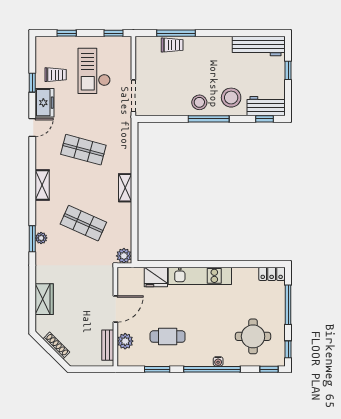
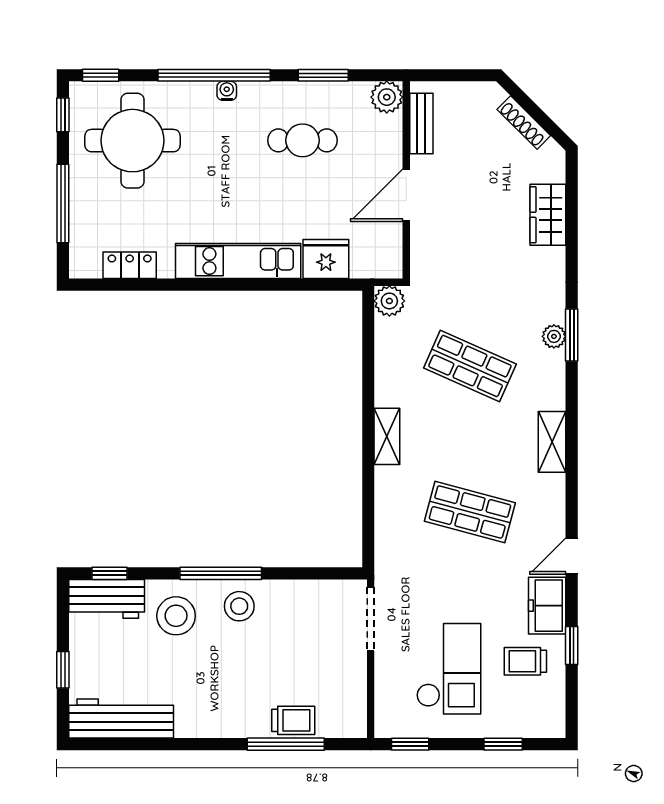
trolley: (172, 45) -> (293, 720), turned 180
locker: (272, 274) -> (130, 265), moved
round table: (253, 336) -> (133, 141), width x1.36, depth x1.36
plant: (125, 341) -> (387, 97), moved
water cooler: (218, 361) -> (227, 91), moved

